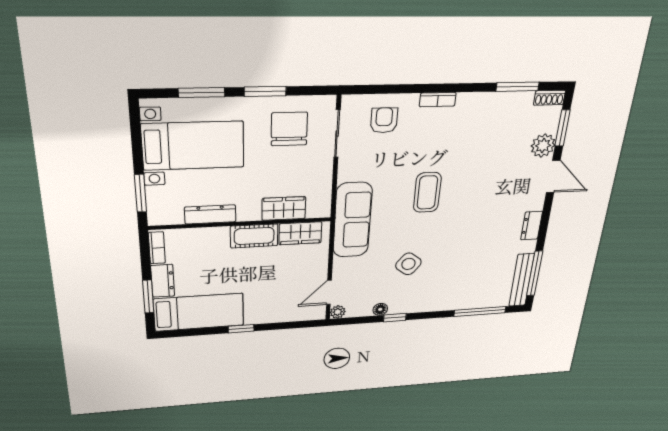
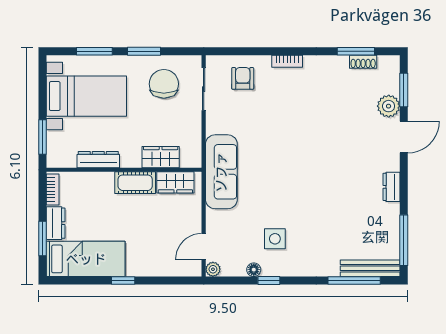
shoe rack: (549, 98) -> (363, 62), moved
door: (553, 177) -> (404, 137), hinge flipped
coffee table: (427, 192) -> (287, 148), removed
side table: (408, 264) -> (275, 239), moved, turned -38
bench: (522, 280) -> (370, 268), moved, turned 90

